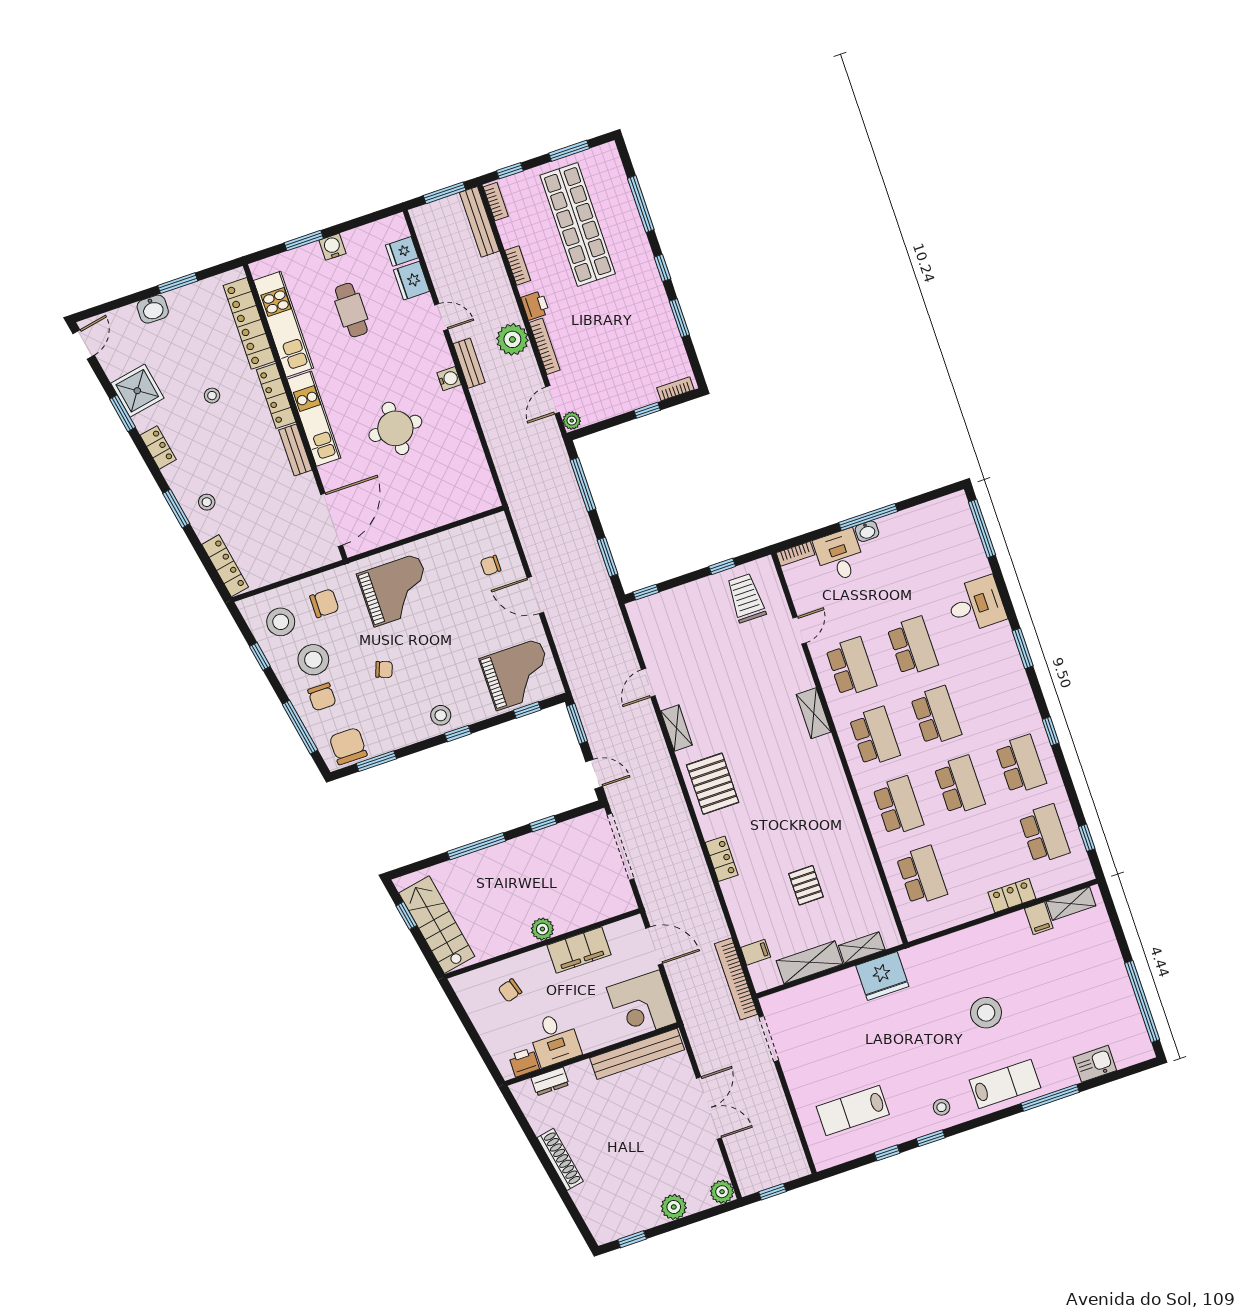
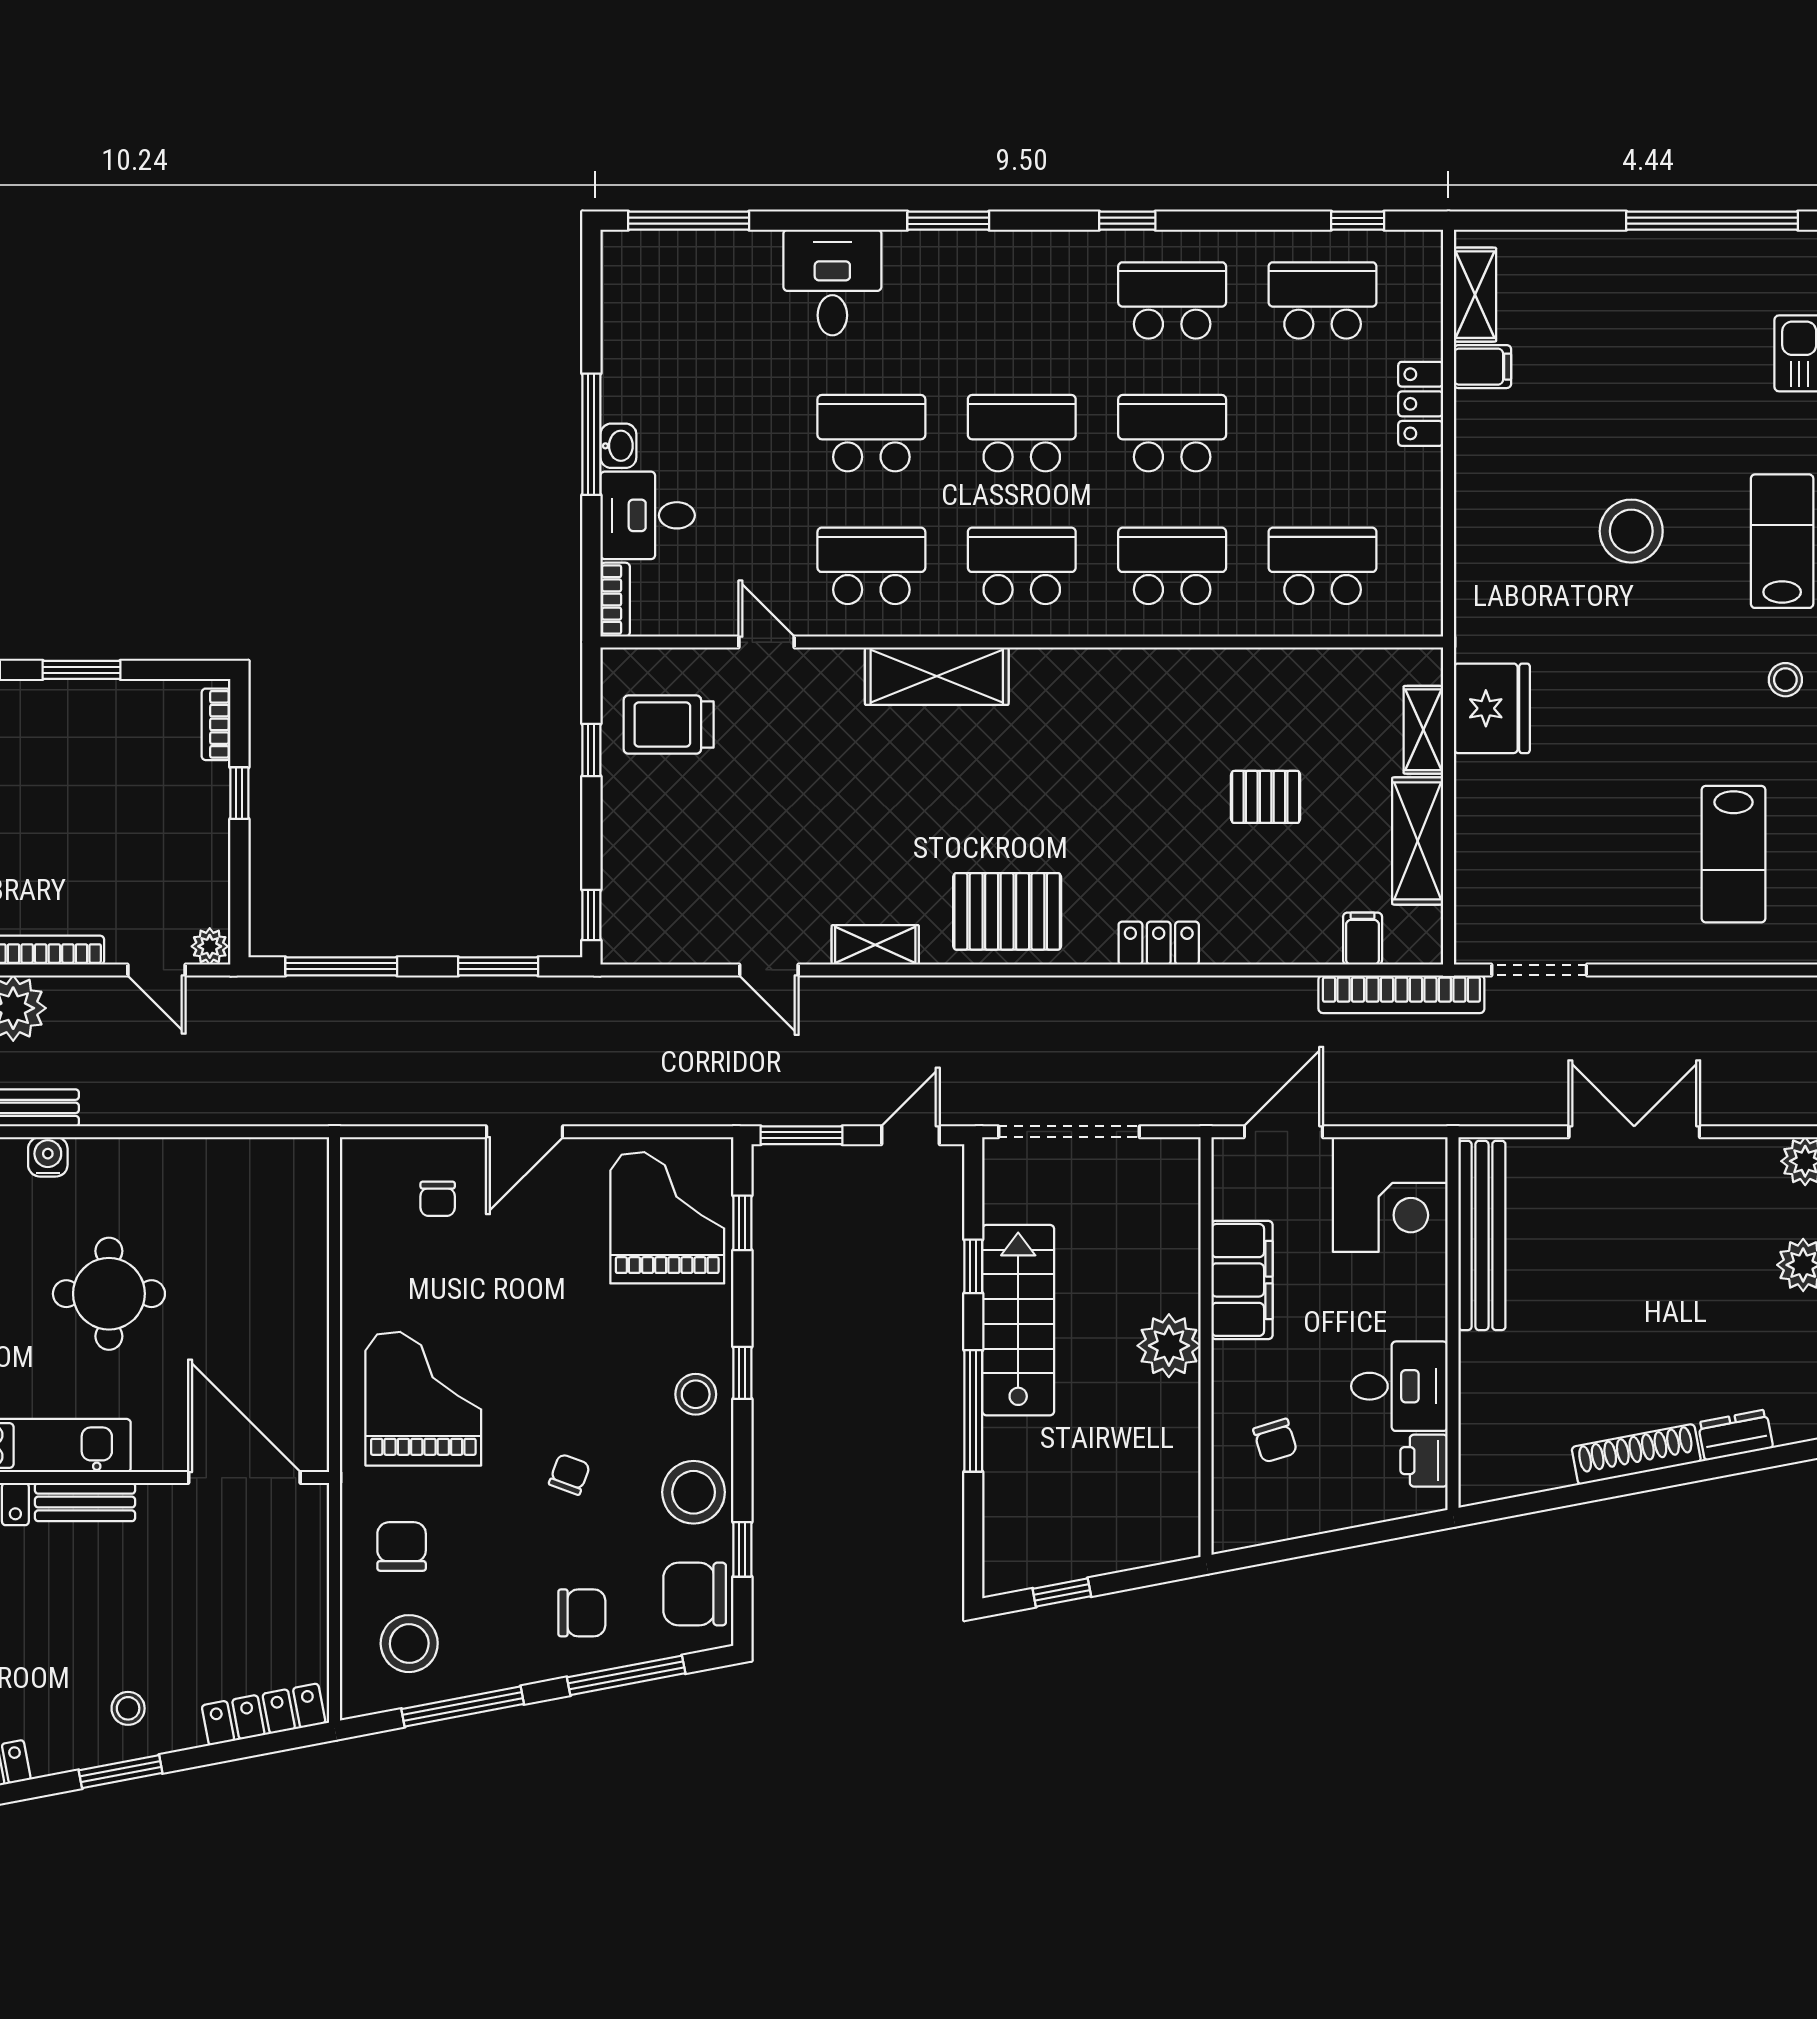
window: (260, 656) -> (463, 1706), width x2.17
stool: (313, 660) -> (694, 1492), moved
shelving: (814, 713) -> (937, 676), width x1.50, depth x1.33
window: (376, 761) -> (742, 1549), width x0.67
stairs: (437, 925) -> (1018, 1320), moved, turned 101
plant: (542, 929) -> (1169, 1346), width x1.36, depth x1.36
dresser: (550, 1081) -> (1735, 1435), moved, turned -101

